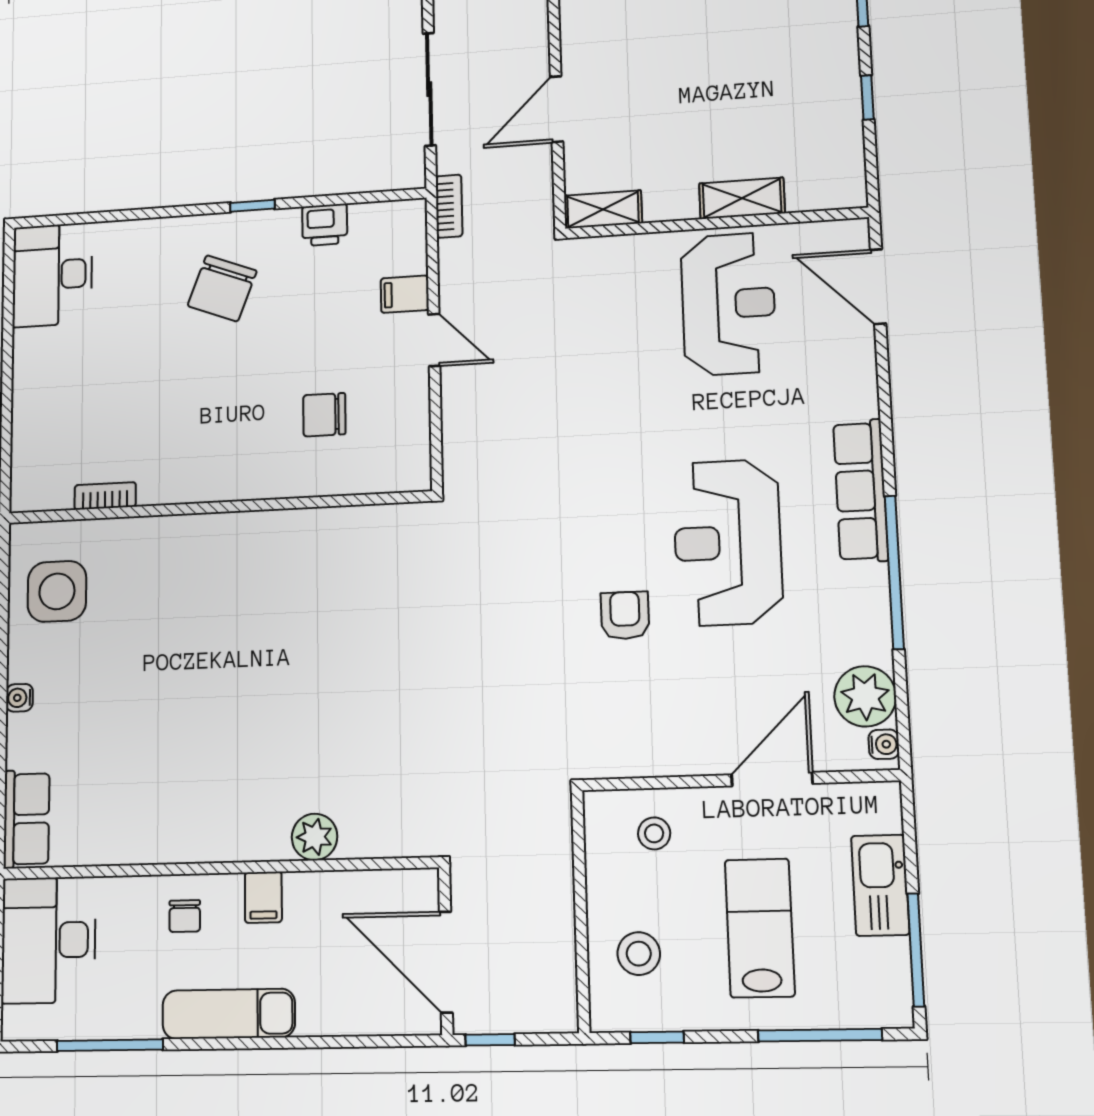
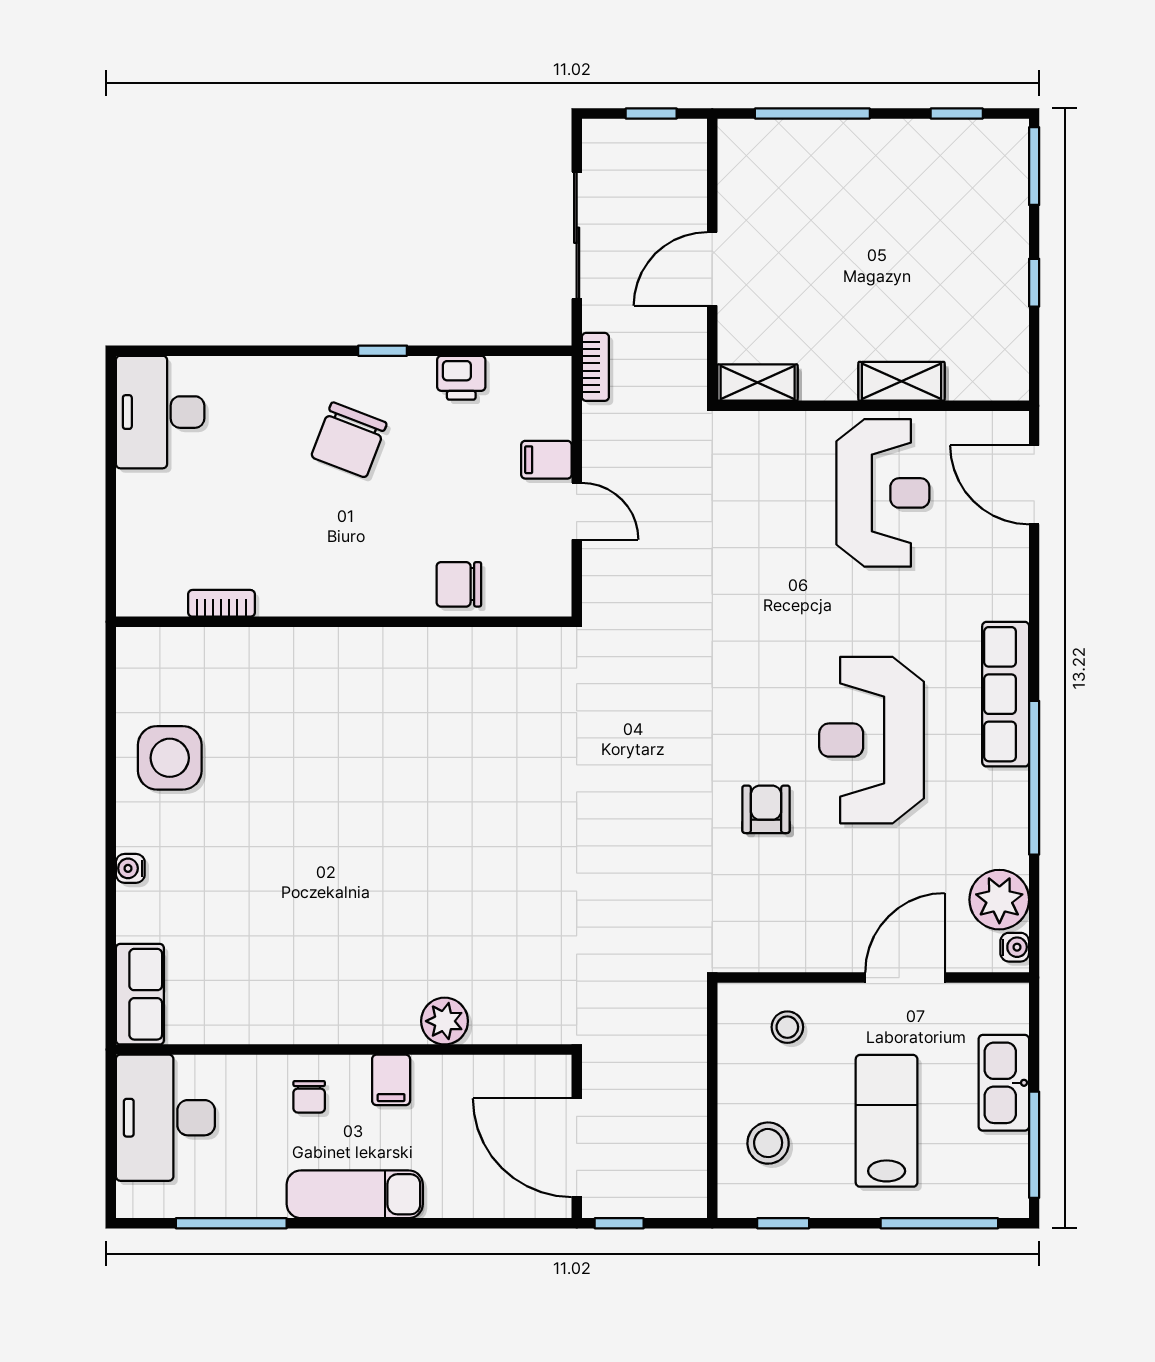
bookcase: (105, 496) -> (221, 603), moved
wall: (218, 507) -> (344, 622), moved

